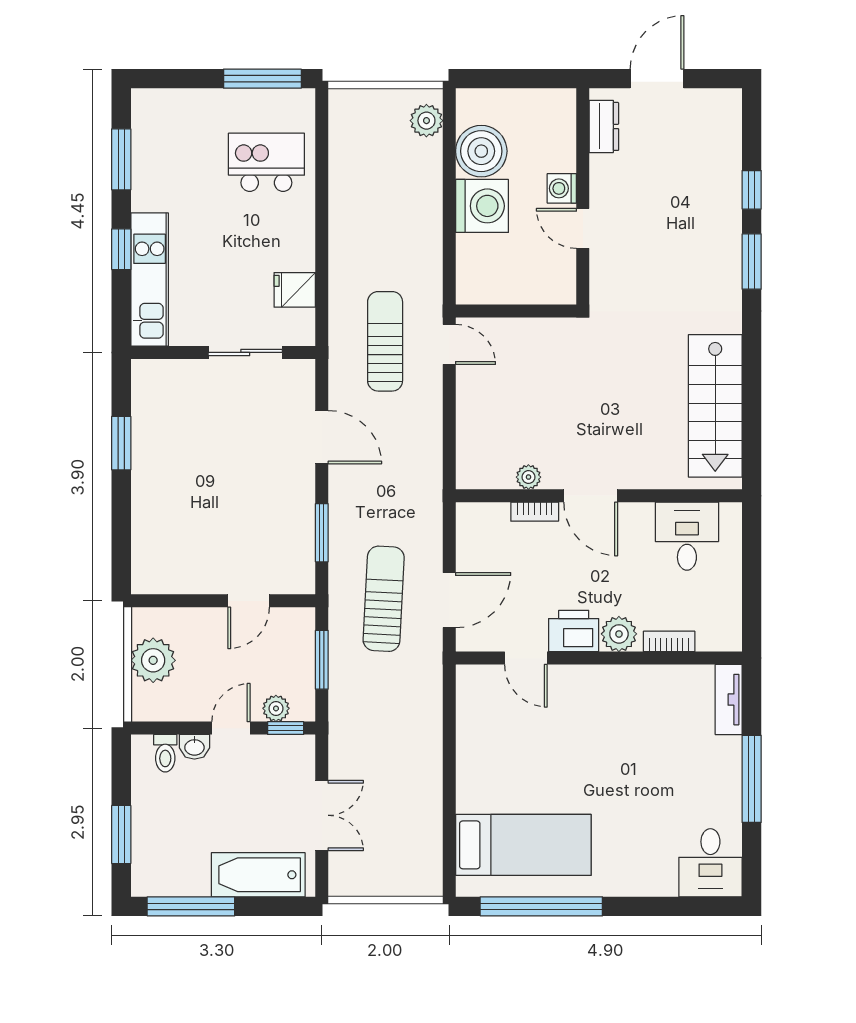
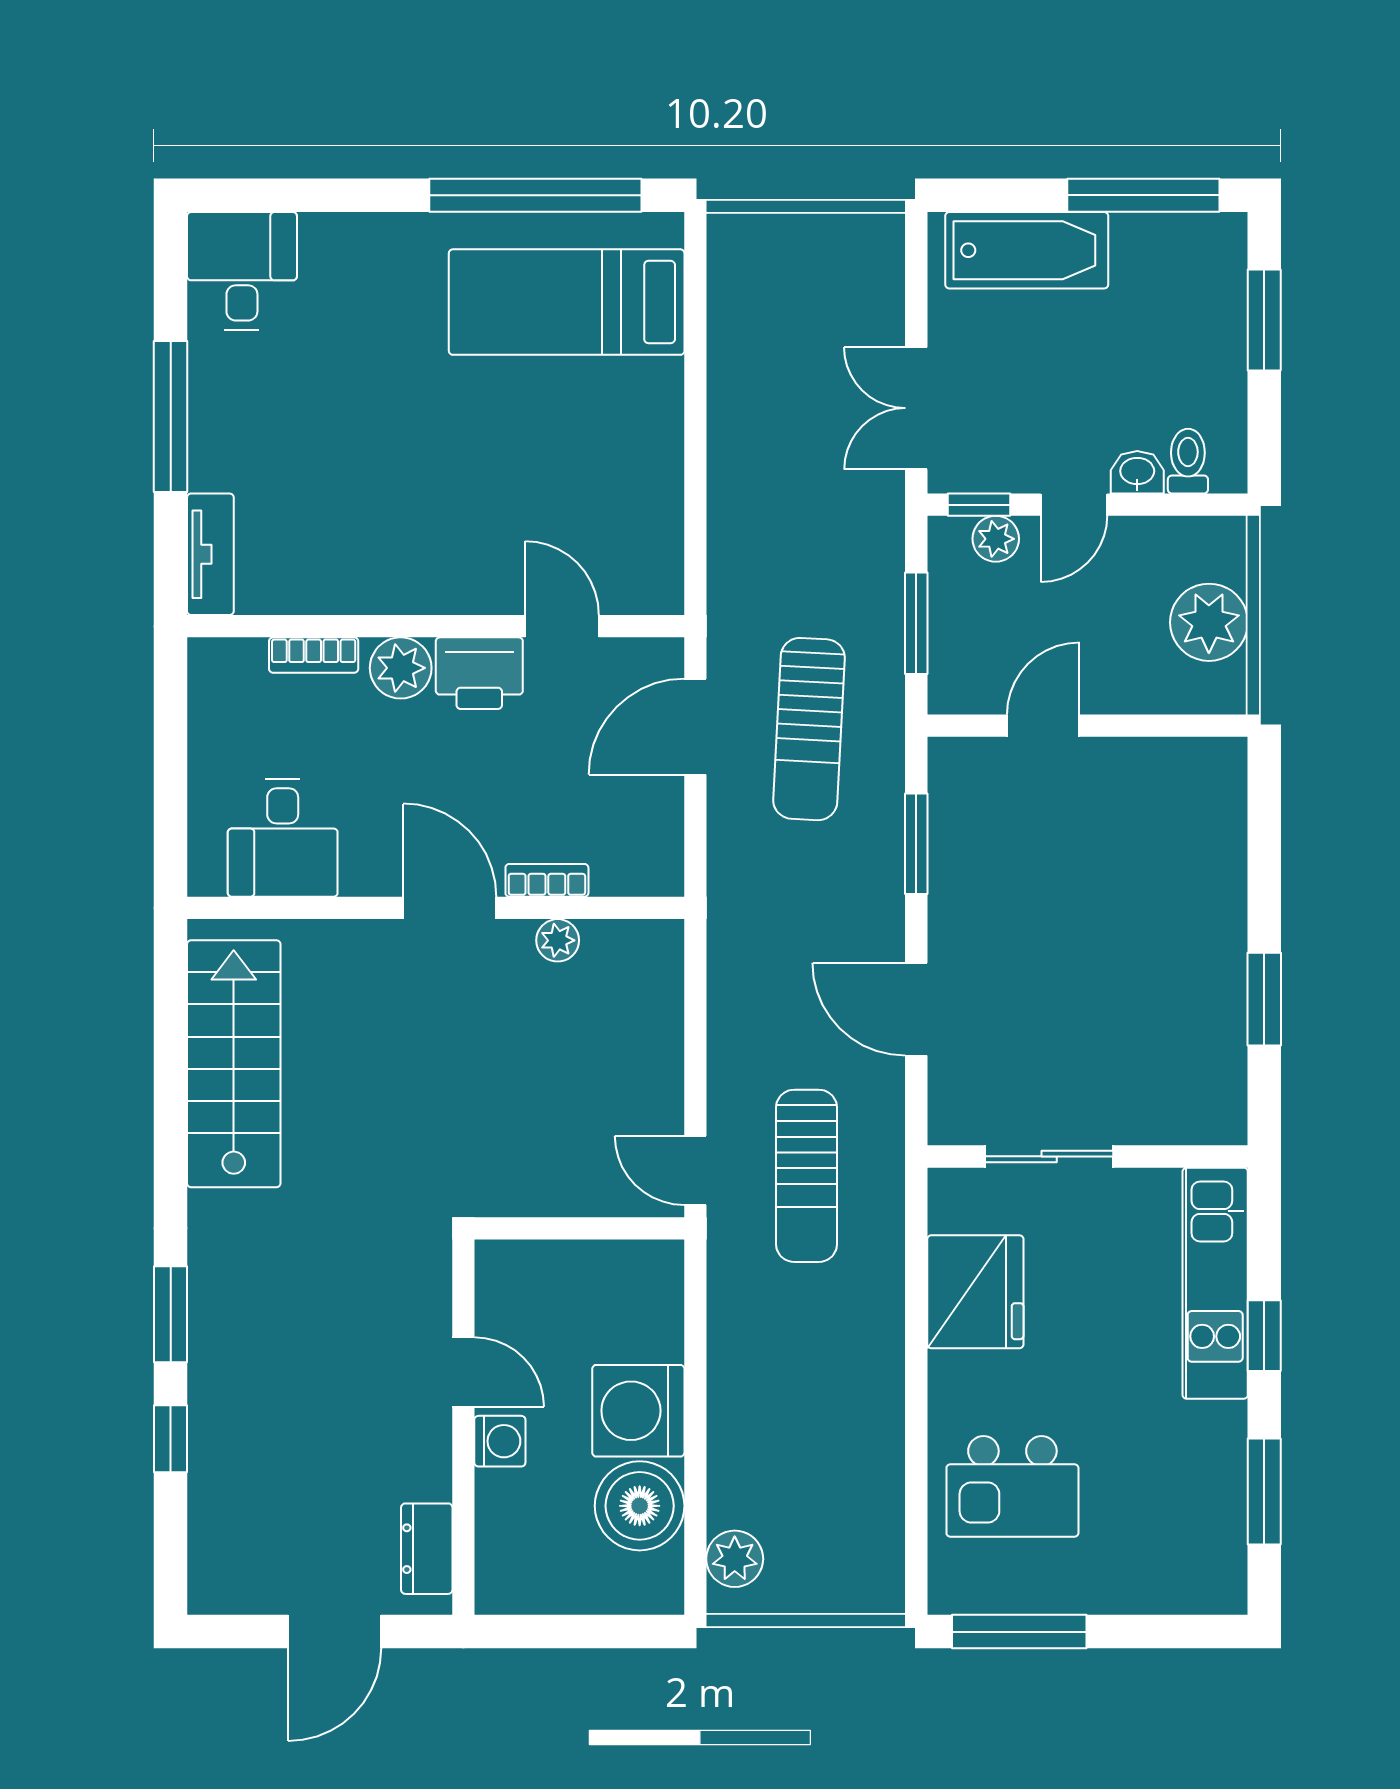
fridge: (295, 290) -> (975, 1292), width x1.88, depth x1.34
double door: (322, 815) -> (916, 408), moved

